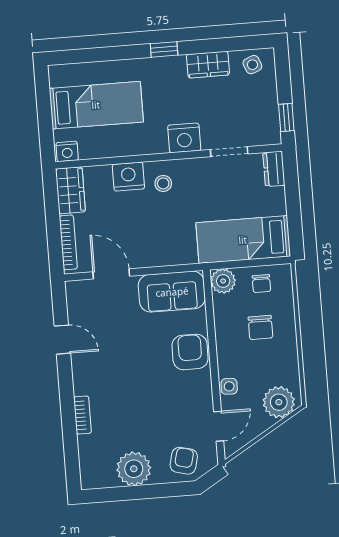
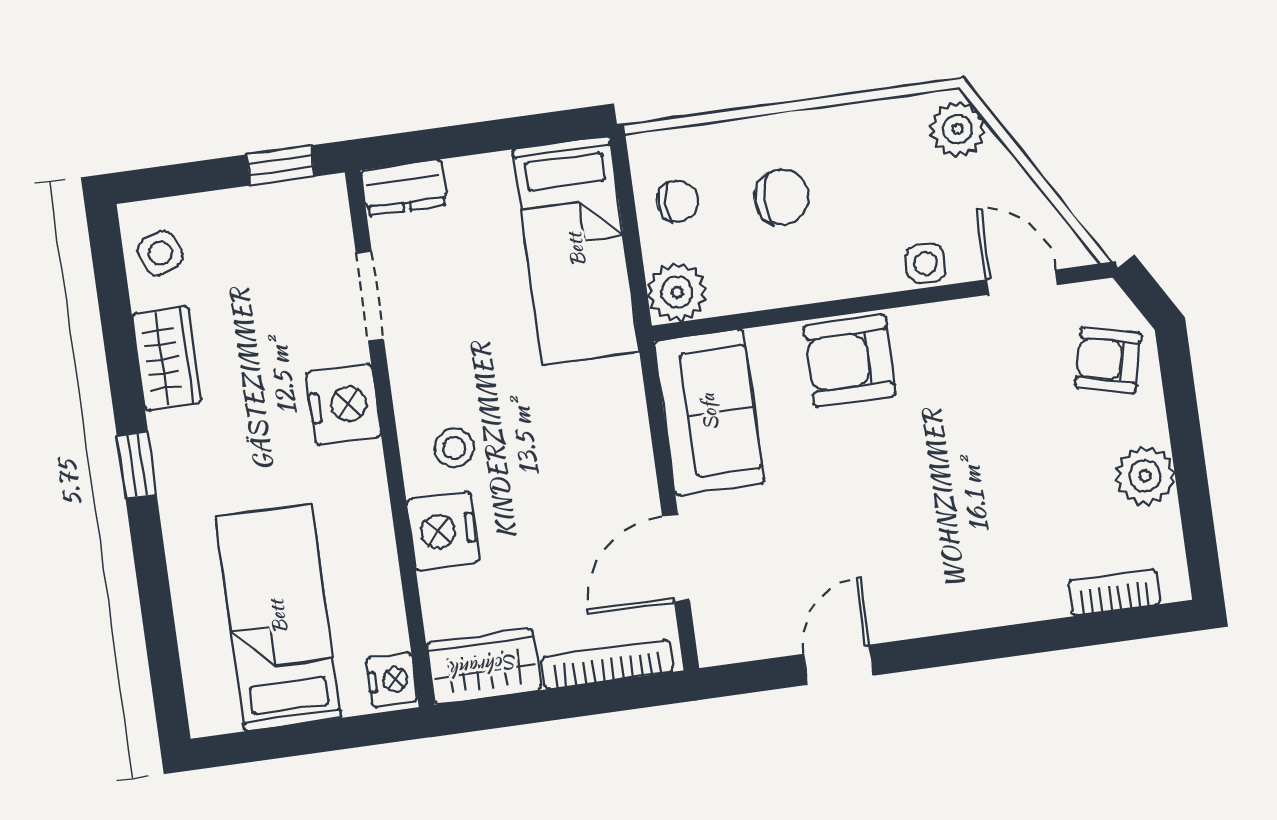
plant: (279, 402) -> (958, 129), width x0.73, depth x0.73
bookcase: (82, 415) -> (1114, 593), moved
plant: (134, 469) -> (1145, 476), width x0.73, depth x0.73

